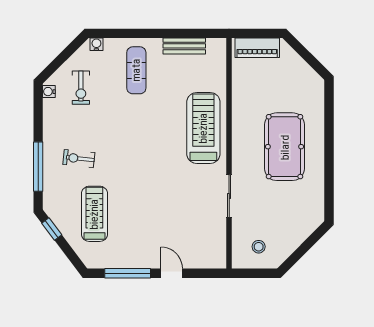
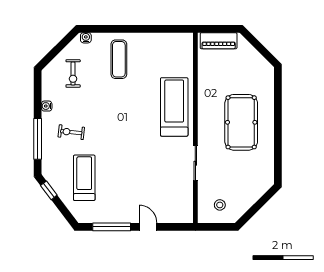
bench: (184, 46) -> (158, 39), removed
water cooler: (49, 92) -> (47, 106), moved

